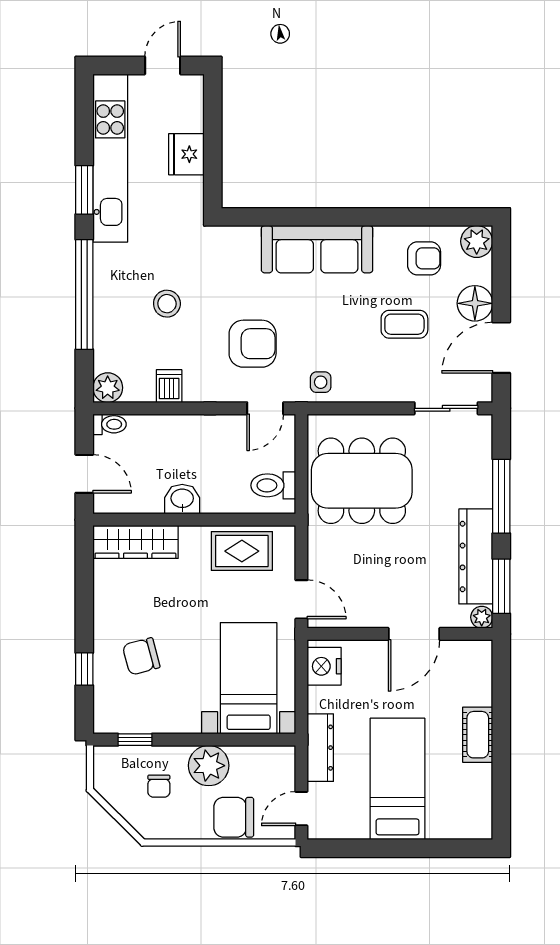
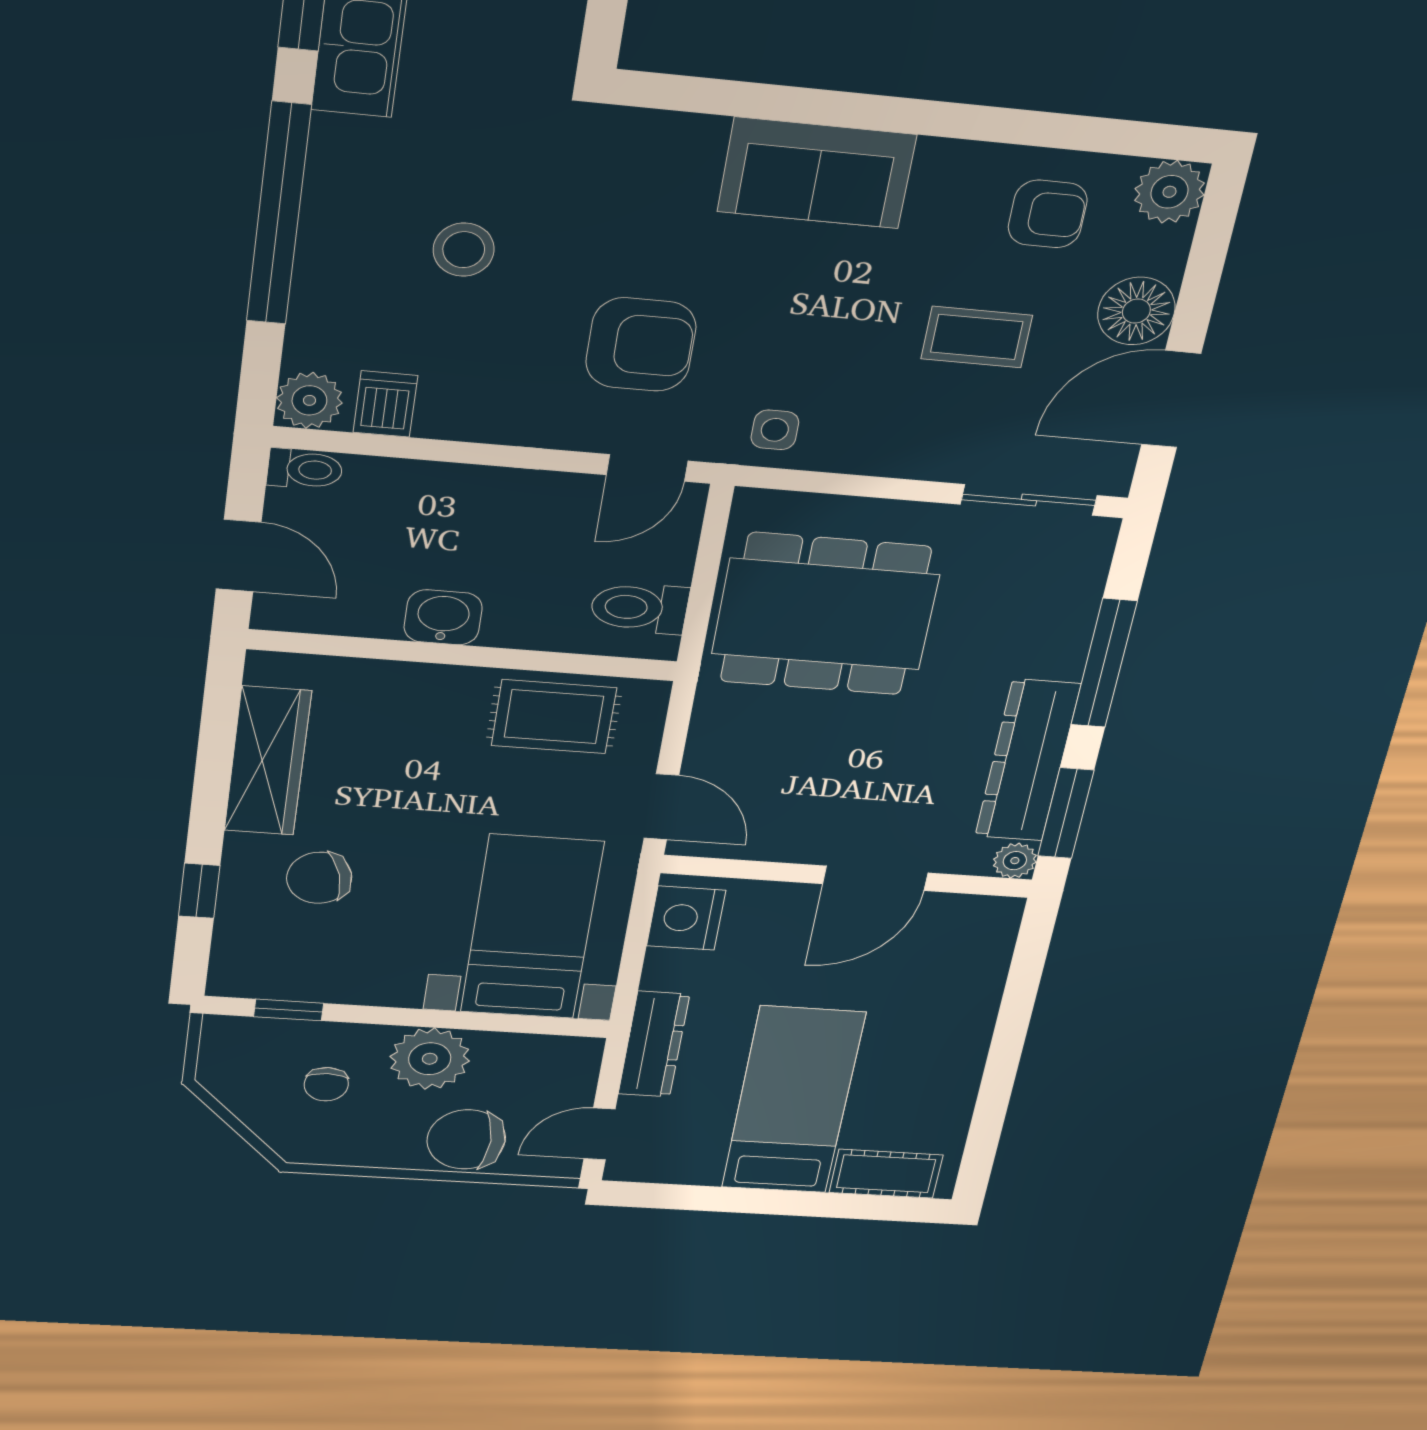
sofa: (317, 249) -> (817, 173), width x0.73
dishwasher: (169, 386) -> (385, 404), moved
wardrobe: (135, 542) -> (268, 761), moved, turned -90
cot: (478, 735) -> (886, 1174), moved, turned 90

